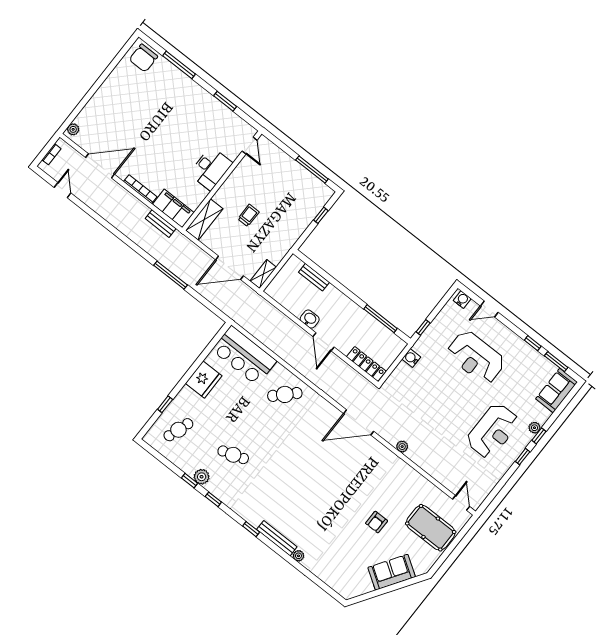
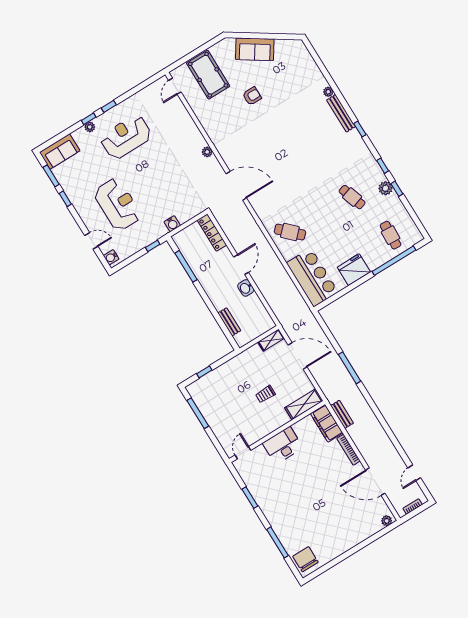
chair: (143, 58) -> (305, 559), turned -90
window: (165, 404) -> (394, 261), width x3.17
cafe table: (178, 430) -> (391, 235), turned 74

